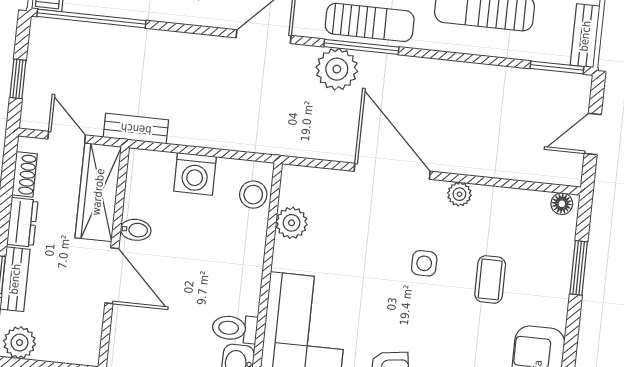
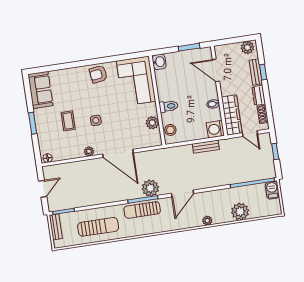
bench: (136, 129) -> (206, 147), moved
washing machine: (195, 174) -> (215, 129), moved, turned -90
window: (579, 268) -> (33, 123), moved
door: (112, 276) -> (216, 70), moved
toilet: (235, 328) -> (169, 106), moved

